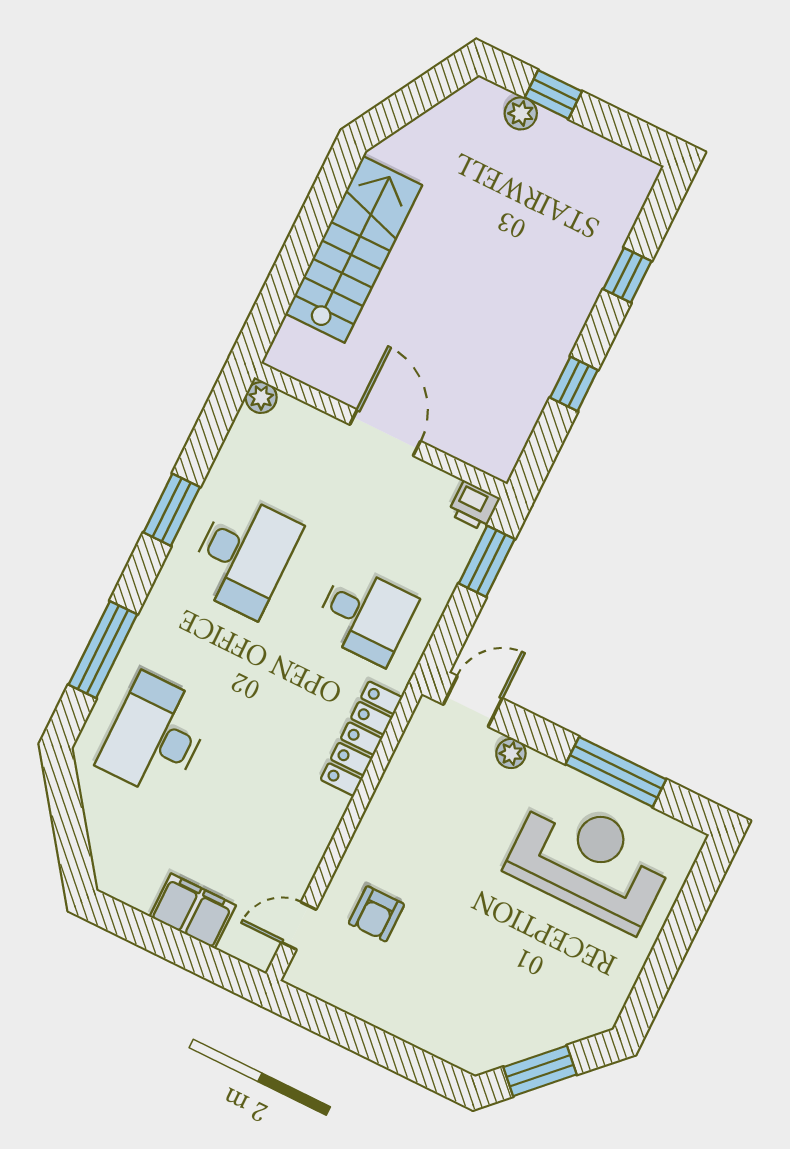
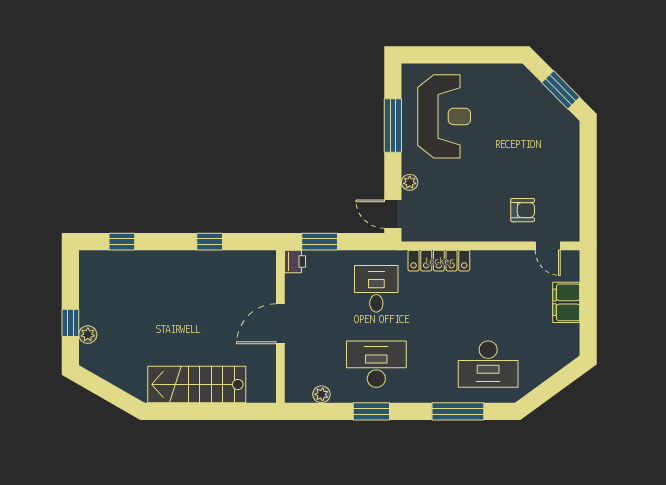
window: (627, 275) -> (122, 242), moved
plant: (261, 398) -> (321, 394), moved
reception desk: (590, 862) -> (444, 116), turned 180

